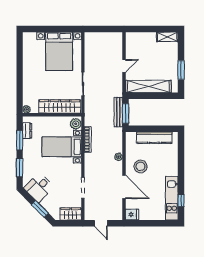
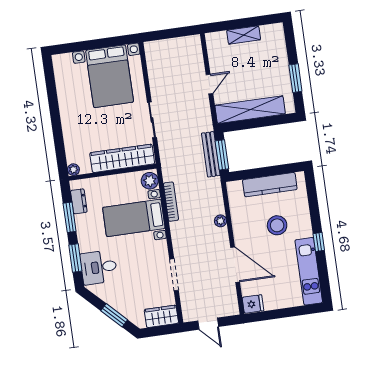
shelving: (167, 37) -> (244, 35), moved
stool: (140, 166) -> (277, 225), moved
desk: (39, 187) -> (99, 267), moved, turned 45
window: (181, 200) -> (319, 242), moved

